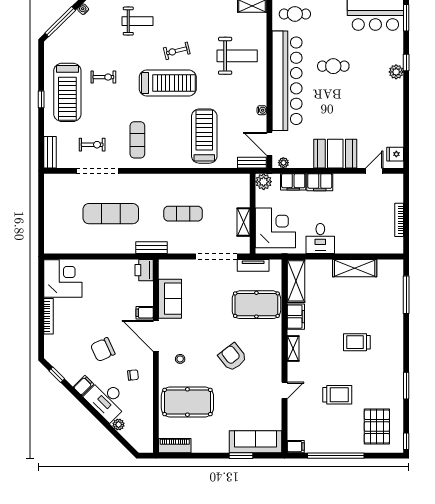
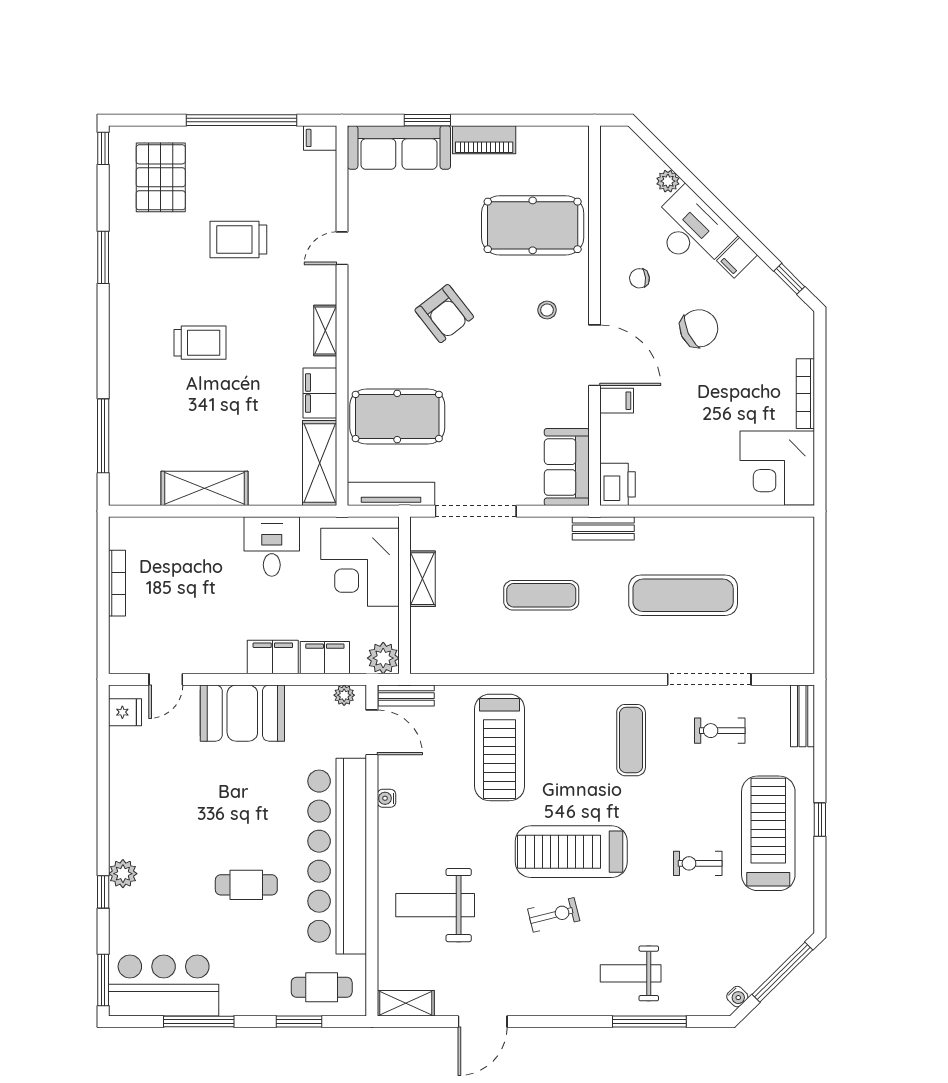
tv unit: (253, 265) -> (391, 494), width x1.41
sofa: (170, 299) -> (567, 467), moved
piano: (175, 446) -> (484, 140), moved

